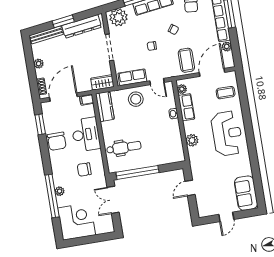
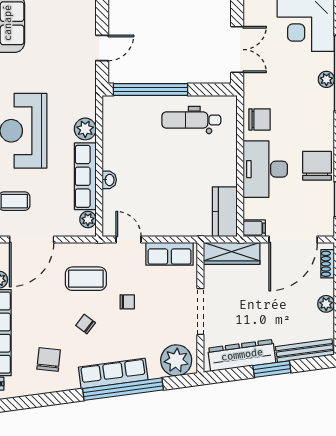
coffee table: (186, 60) -> (86, 279), moved, turned 90
wardrobe: (102, 82) -> (232, 253), width x1.50
stool: (136, 99) -> (170, 215), removed
row of seats: (186, 107) -> (85, 176), width x1.48
dental chair: (124, 148) -> (191, 120), moved
chair: (84, 170) -> (259, 119), moved
window: (137, 172) -> (150, 90), moved

